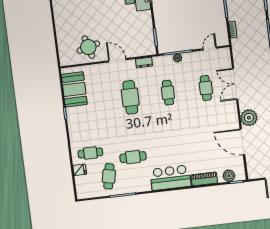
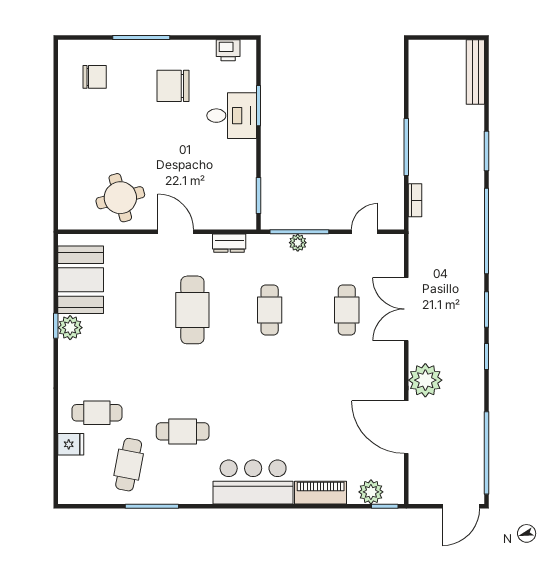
plant: (72, 113) -> (70, 328), added

